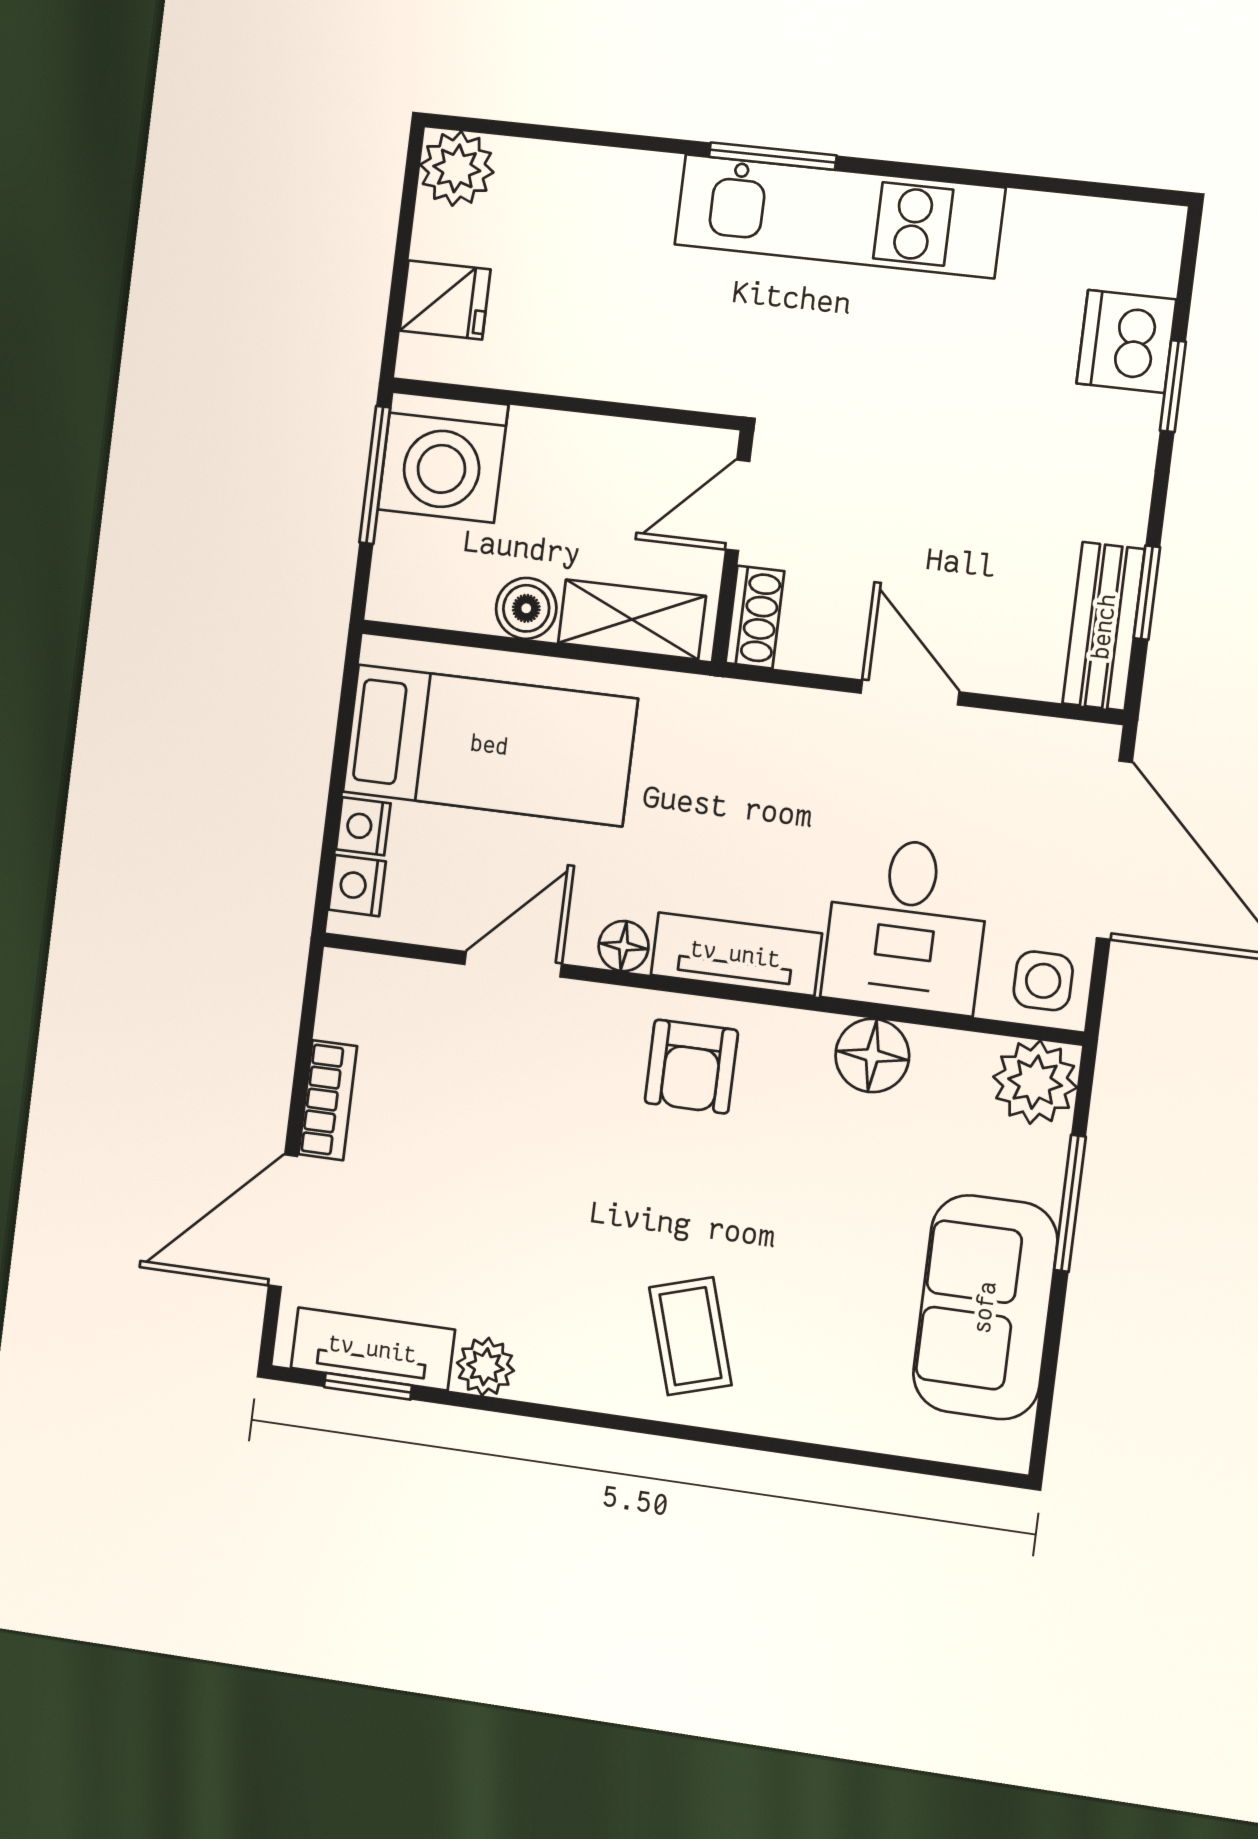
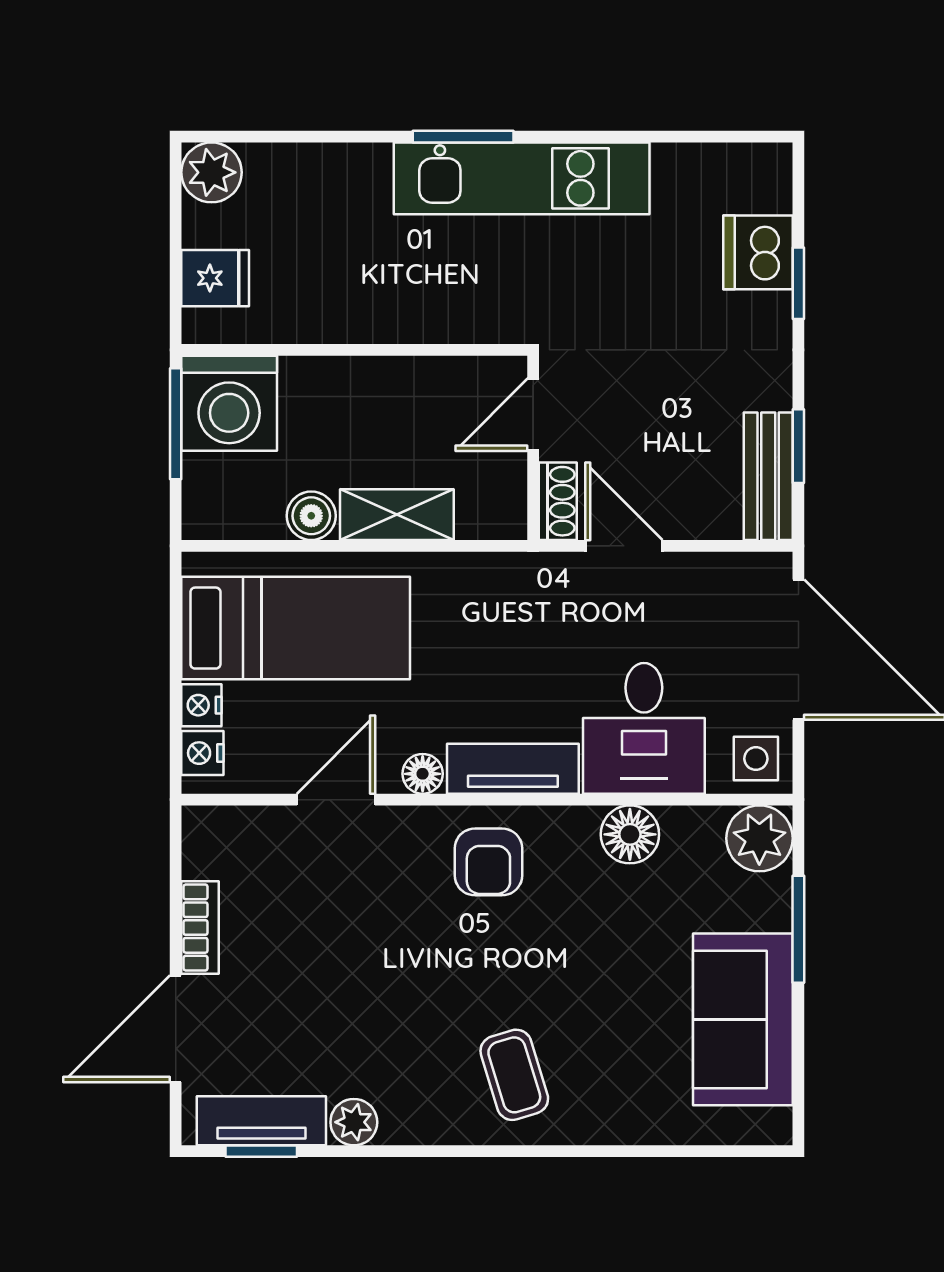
door: (738, 505) -> (533, 415), moved
wall: (733, 547) -> (533, 448), moved
shoe rack: (755, 617) -> (558, 501), moved

